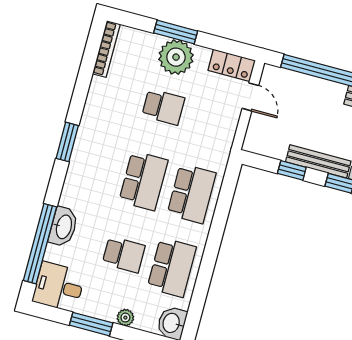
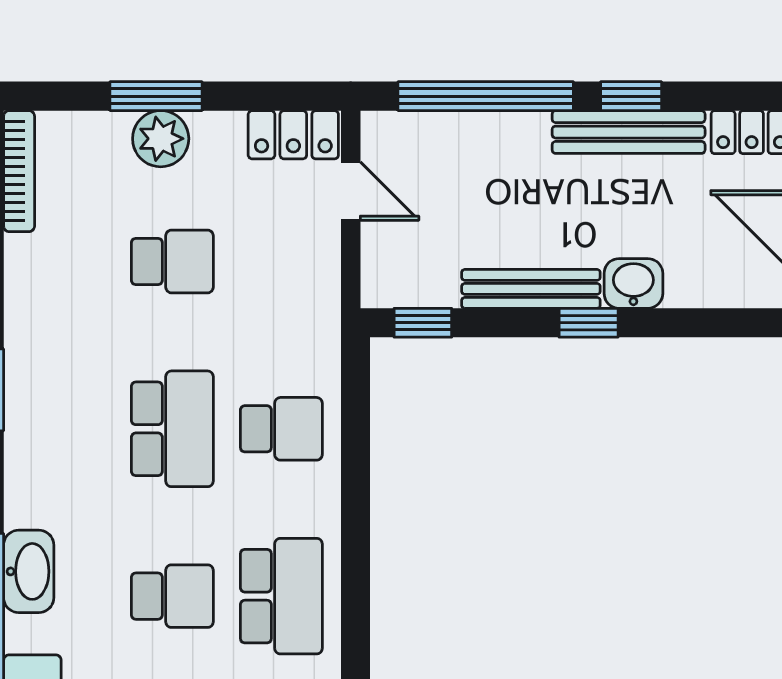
plant: (176, 57) -> (161, 139), width x0.73, depth x0.73
window: (292, 170) -> (423, 323), moved
school desk: (192, 194) -> (281, 429), width x0.54

